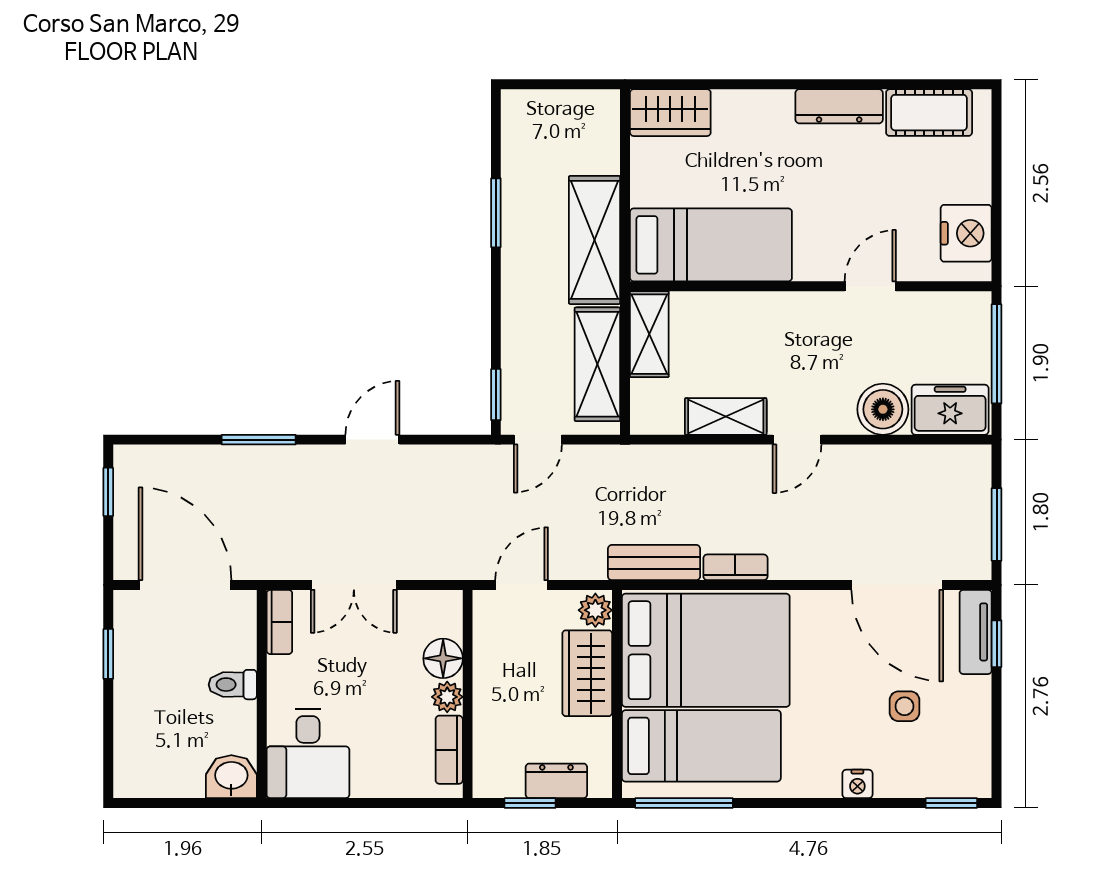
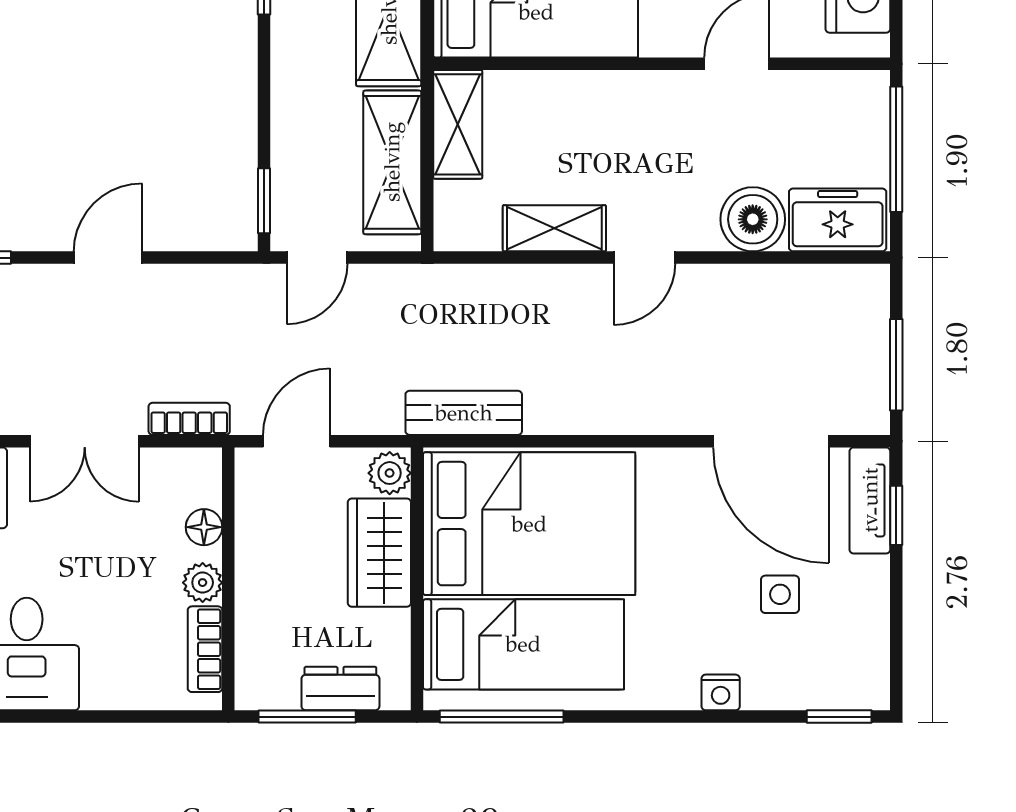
bookcase: (735, 567) -> (189, 419), moved
floor lamp: (443, 658) -> (204, 527), width x0.73, depth x0.73
window: (530, 803) -> (307, 717), width x1.50

